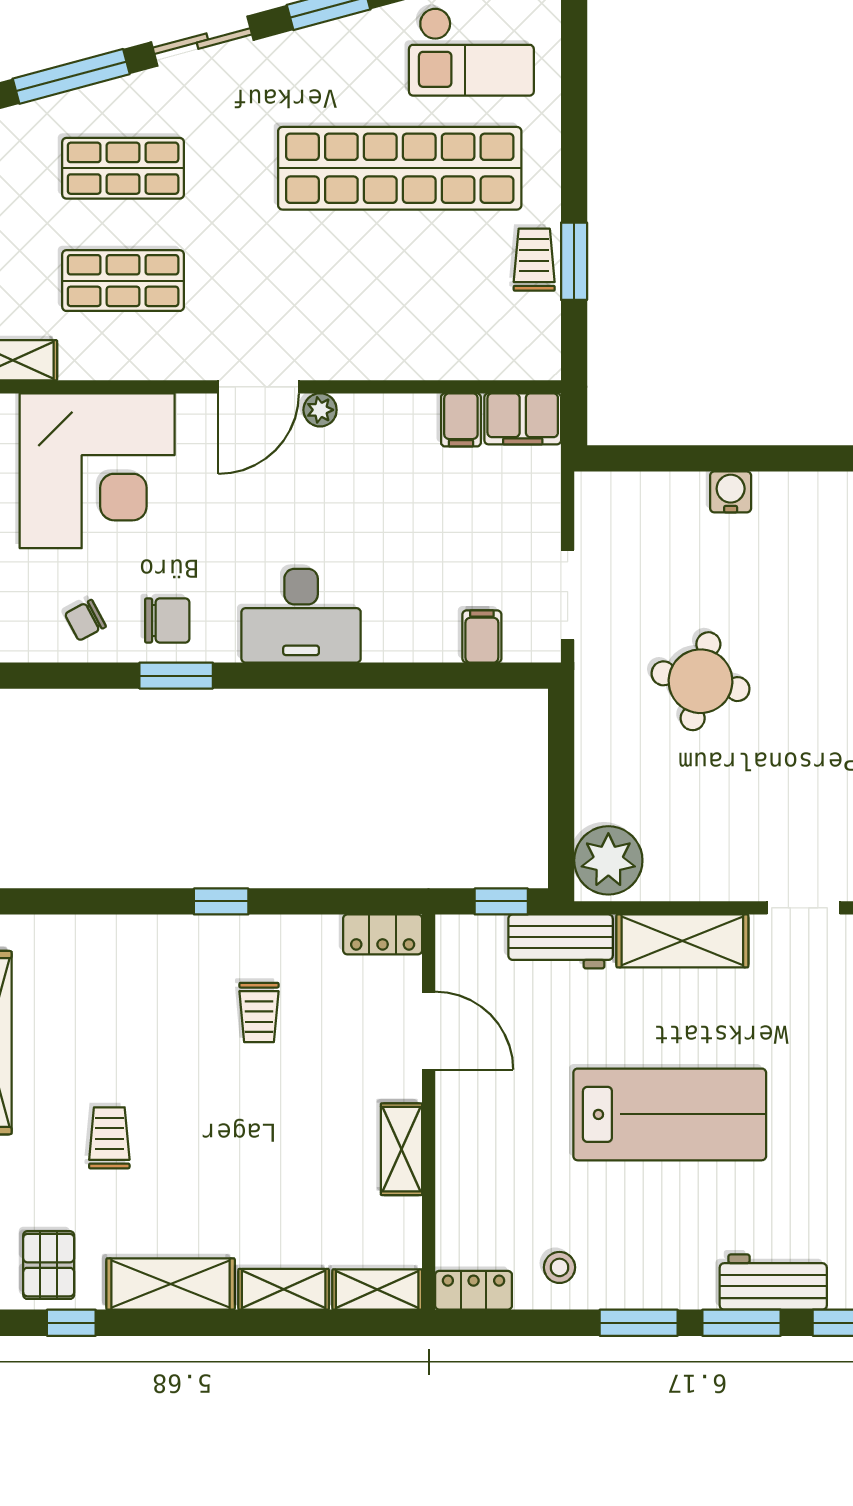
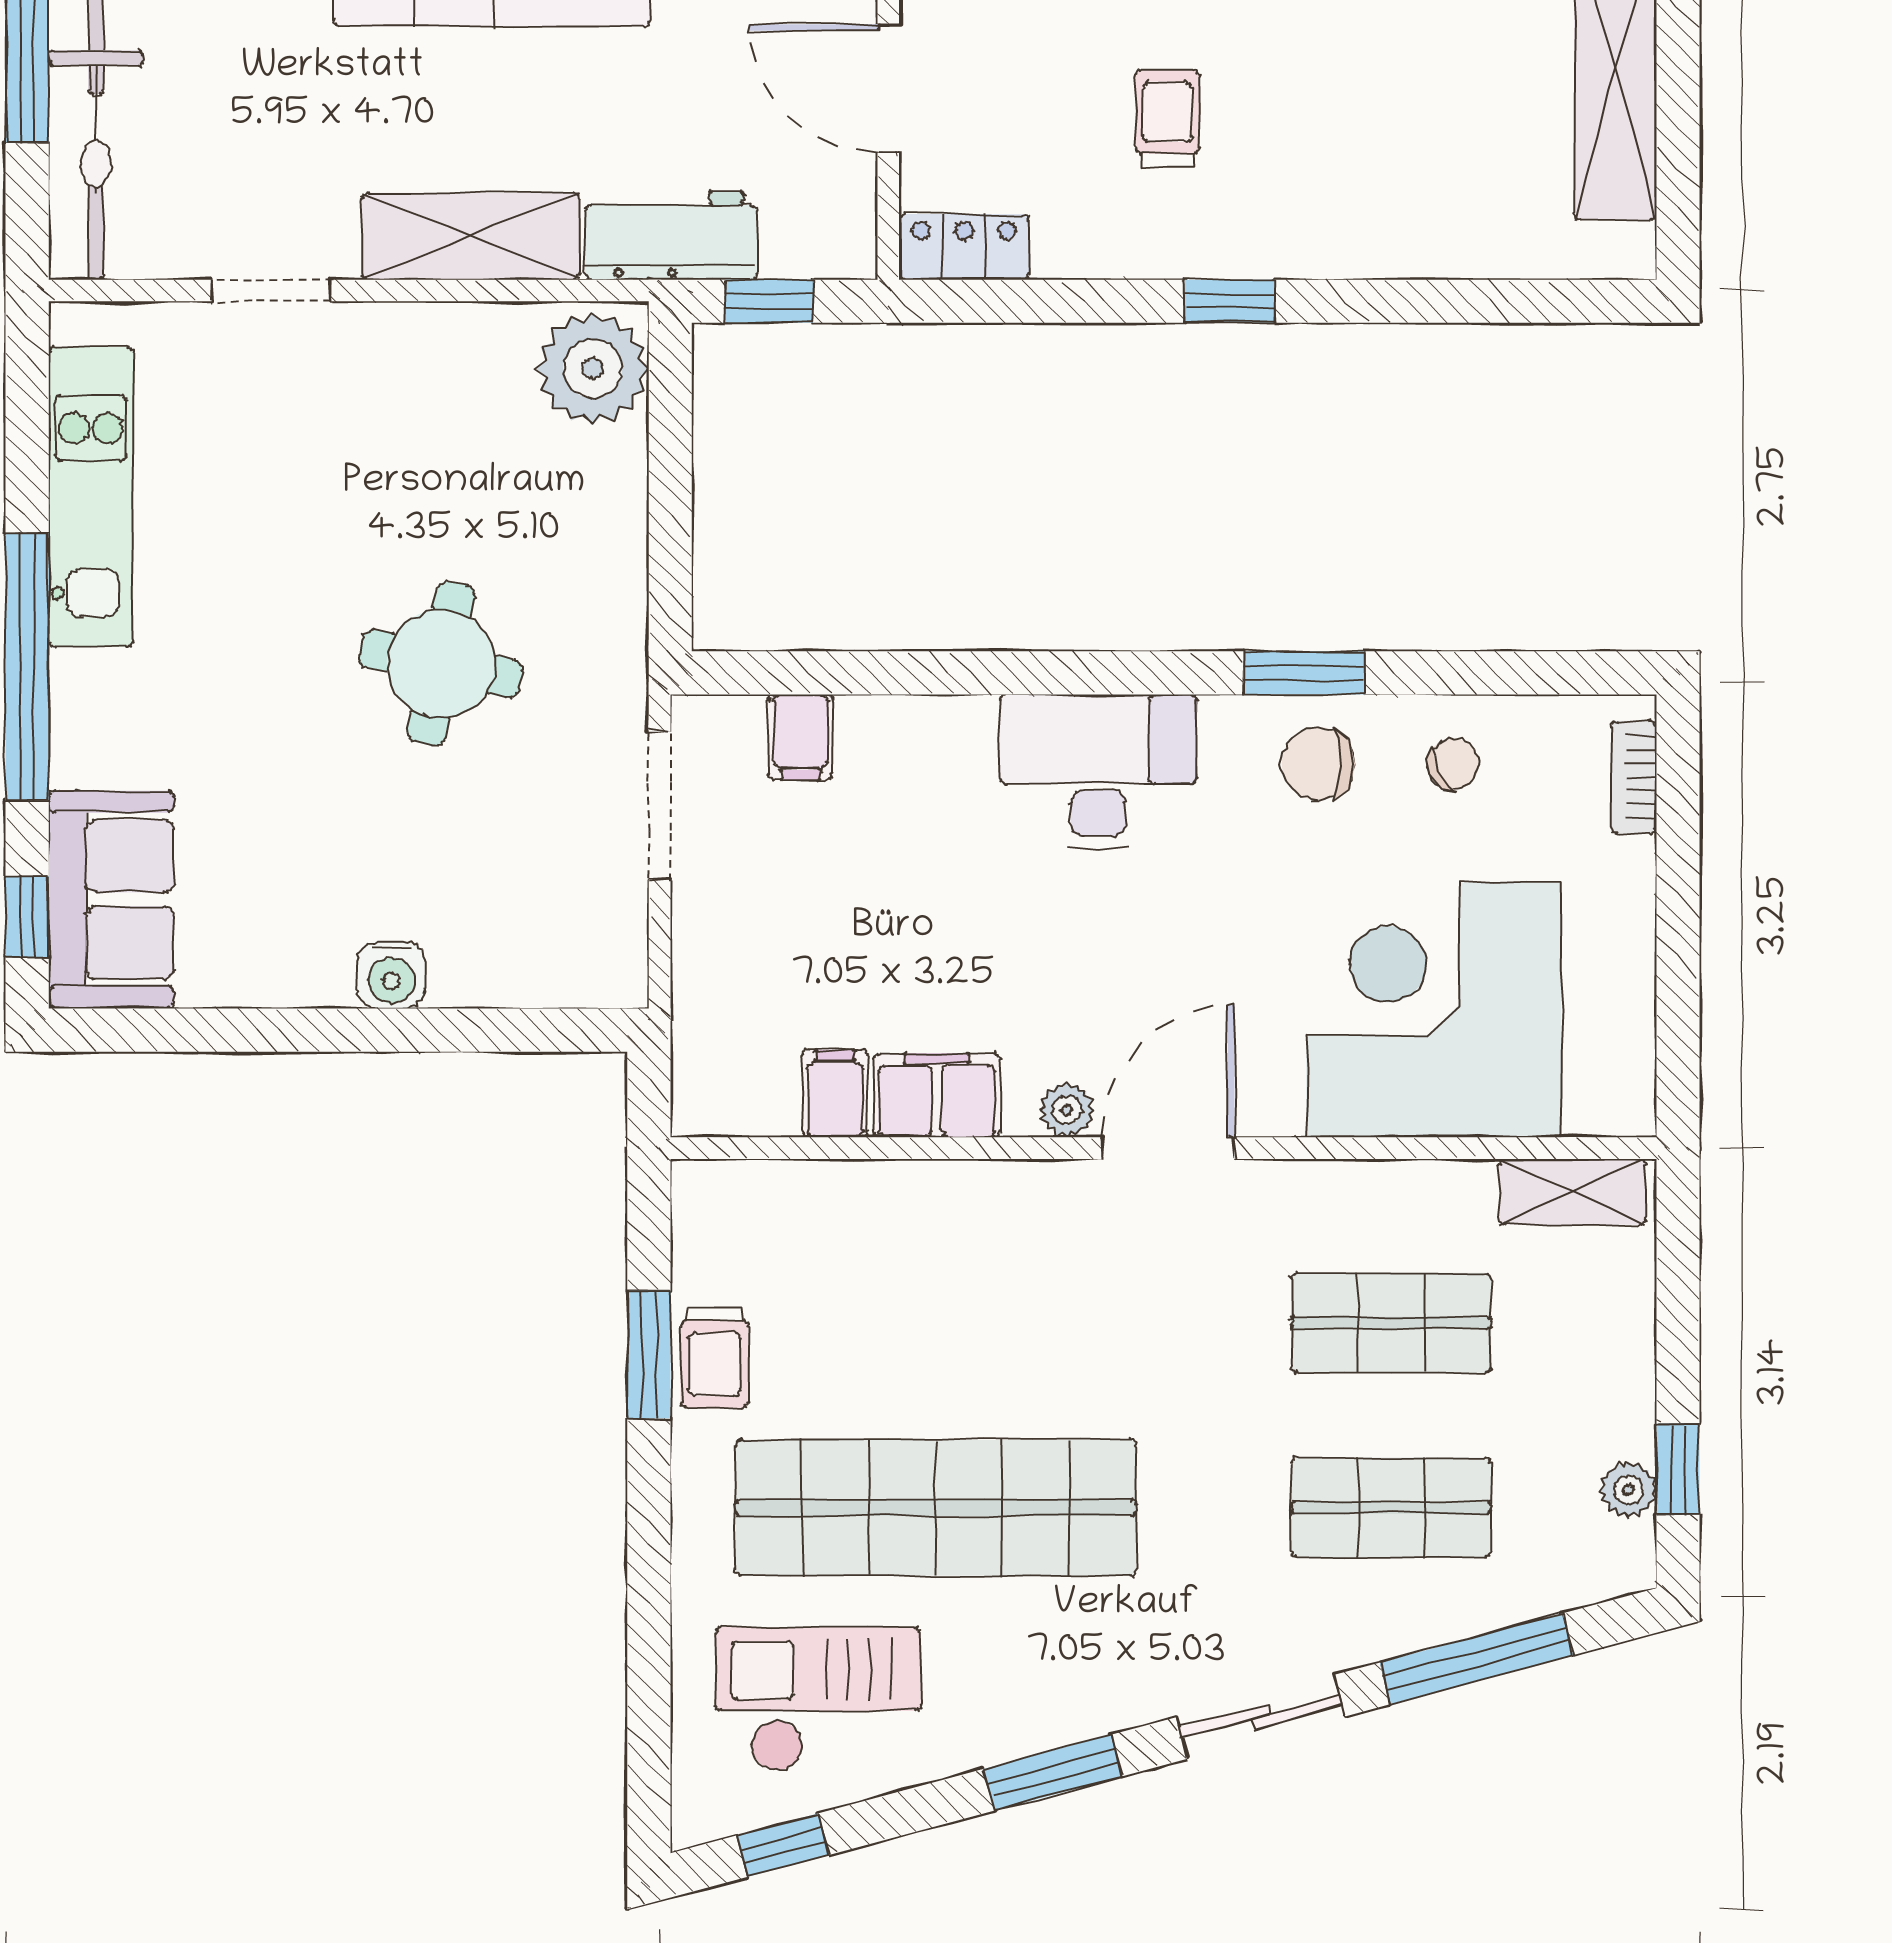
filing cabinet: (523, 419) -> (937, 1095), moved

